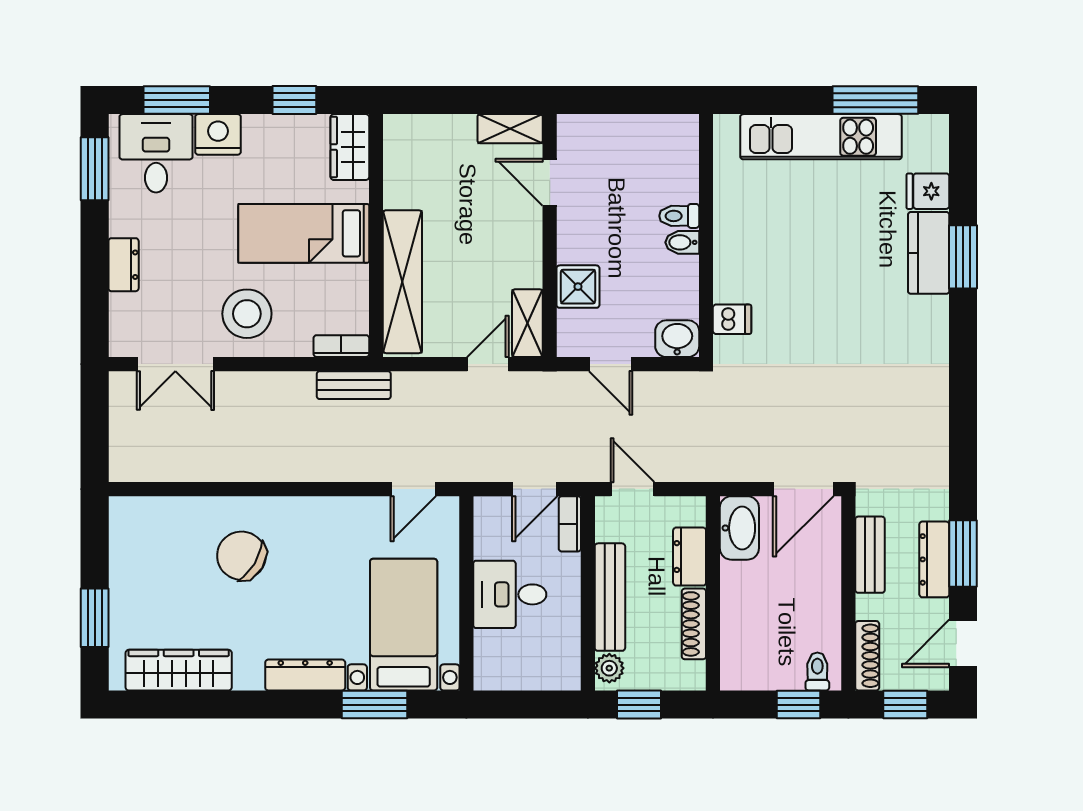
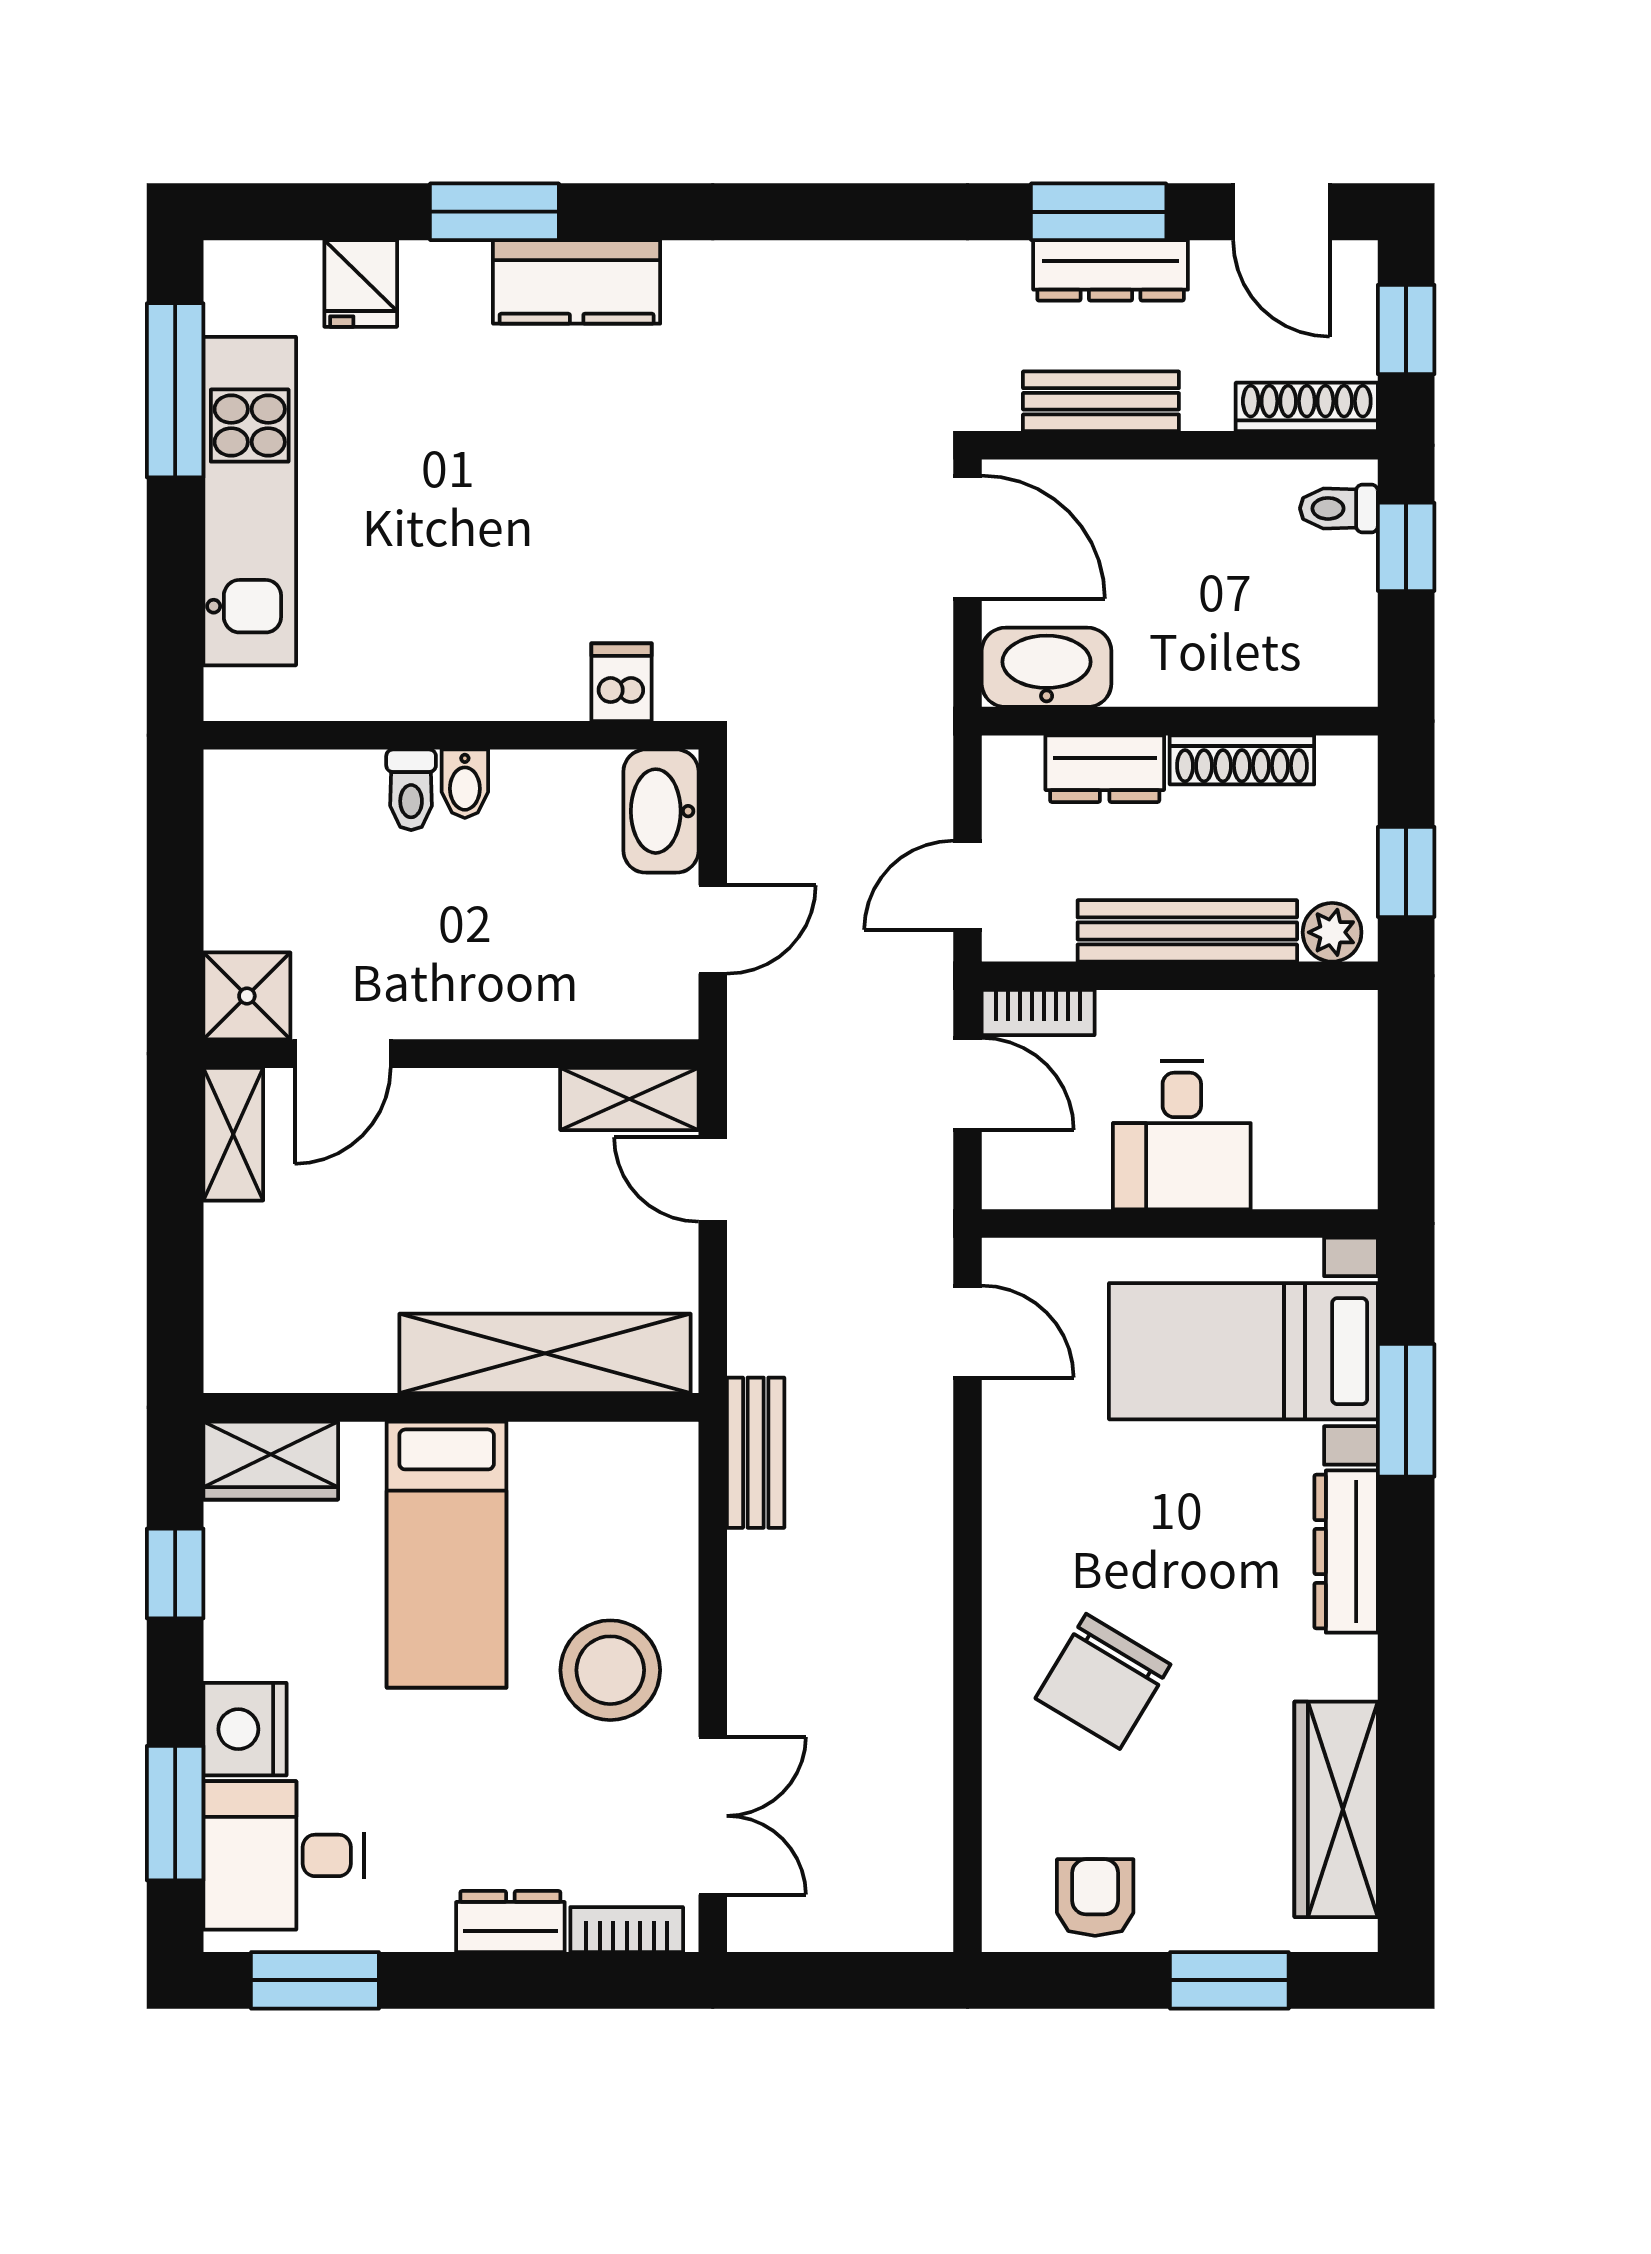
kitchen counter: (929, 253) -> (577, 282), moved
shower: (578, 287) -> (247, 996), moved
washbasin: (677, 339) -> (661, 811), width x1.38
bookcase: (341, 346) -> (627, 1930), moved, turned 90
armchair: (135, 552) -> (1095, 1897), added

